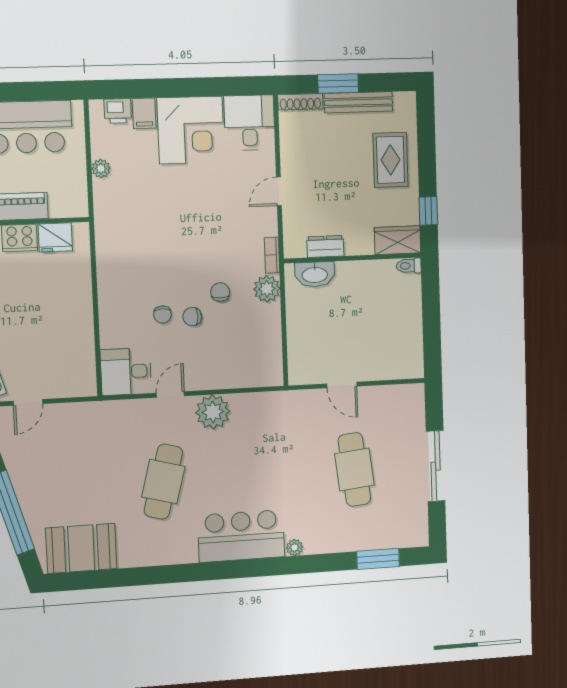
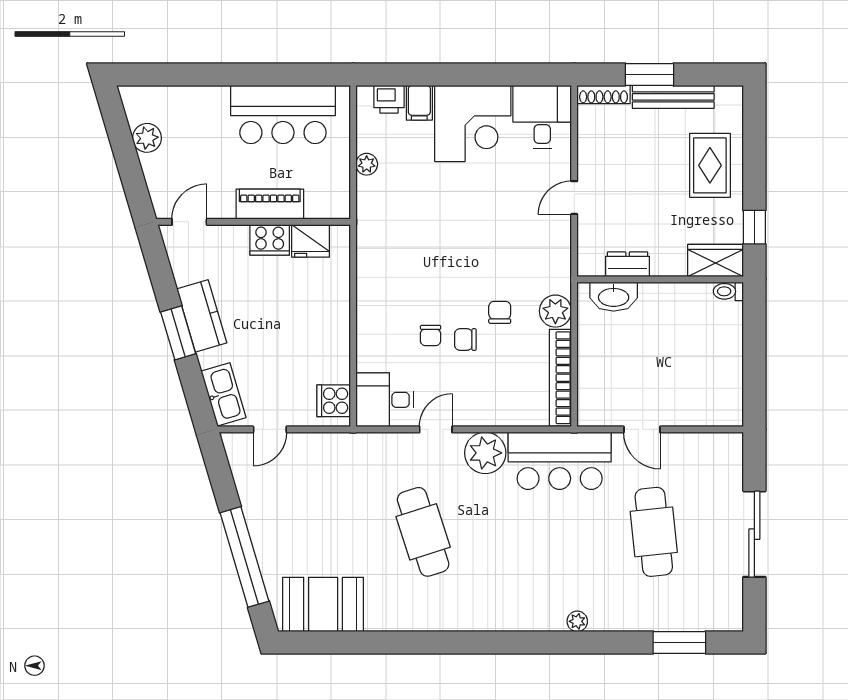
bookcase: (272, 255) -> (560, 378), moved, width x2.31, depth x1.31
cooker: (82, 375) -> (334, 401), added
cafe table: (163, 482) -> (423, 532), turned -33
bar counter: (241, 536) -> (560, 461), moved, turned 180

